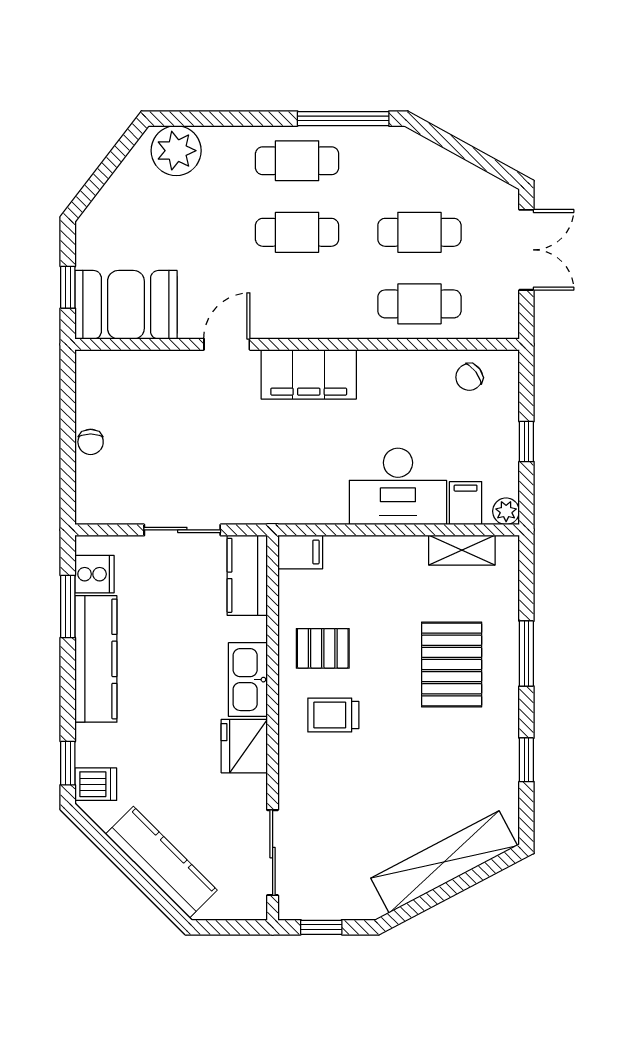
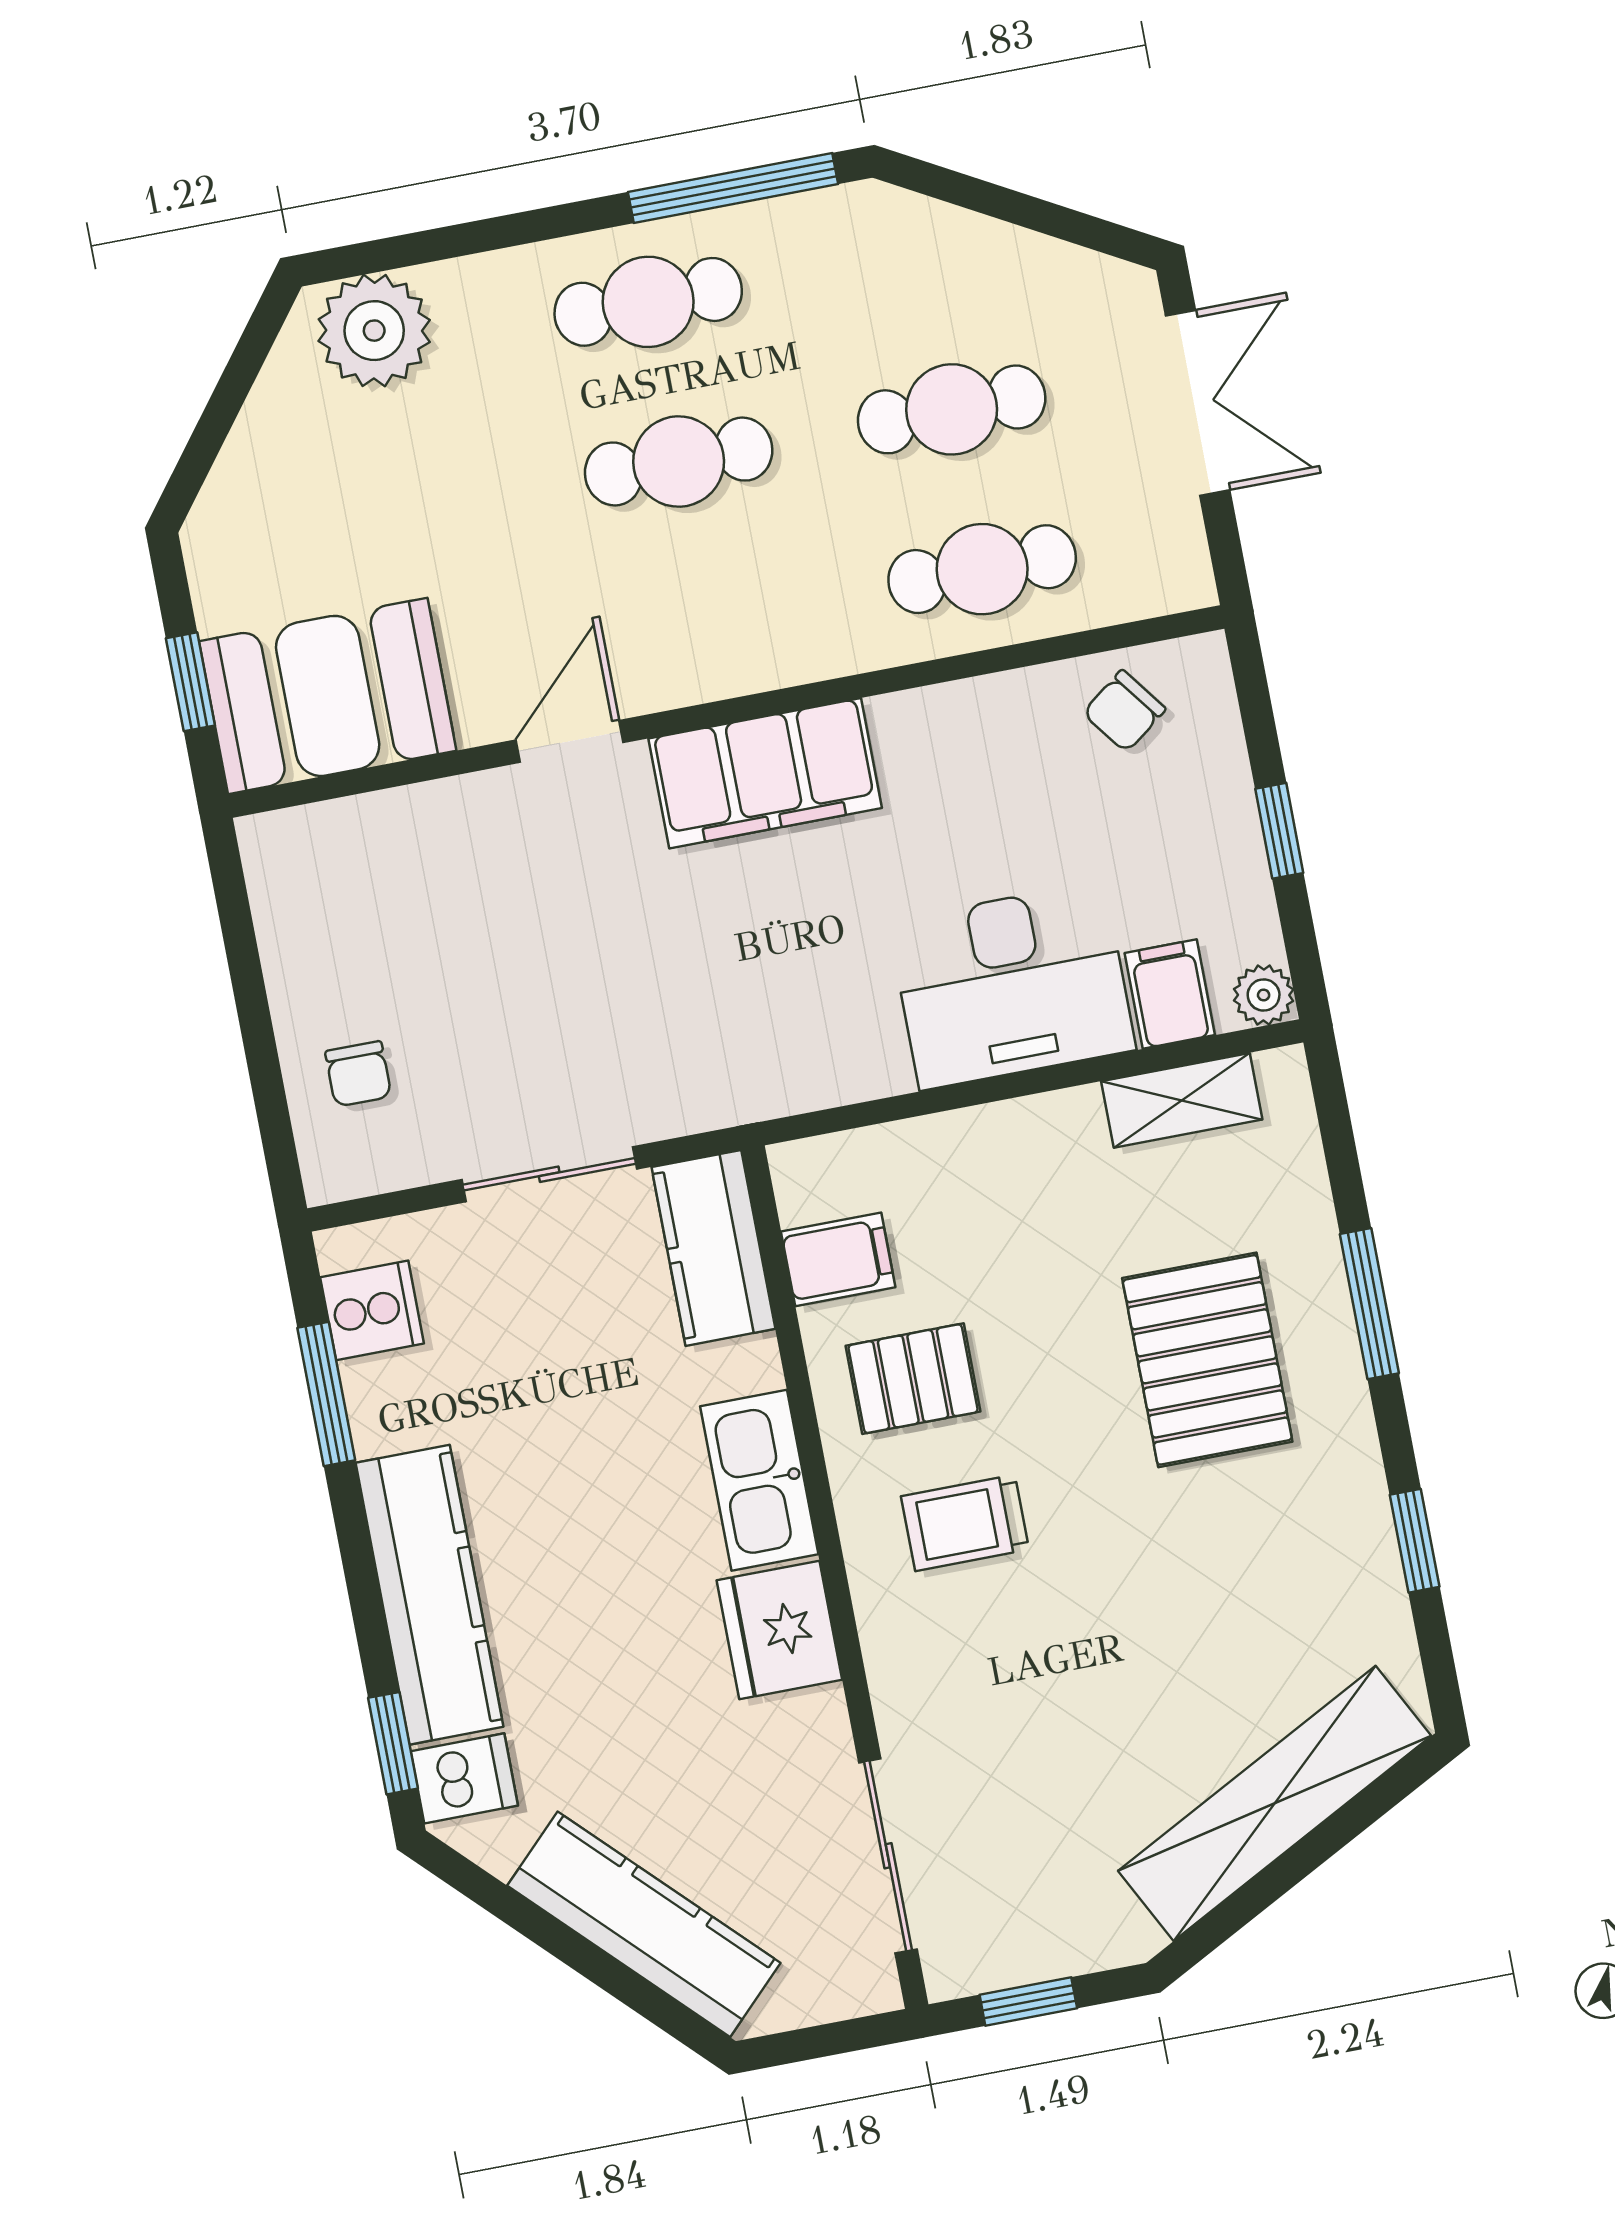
chair: (91, 442) -> (358, 1074), moved
filing cabinet: (300, 552) -> (838, 1259), moved
kitchen counter: (96, 659) -> (430, 1595), moved

